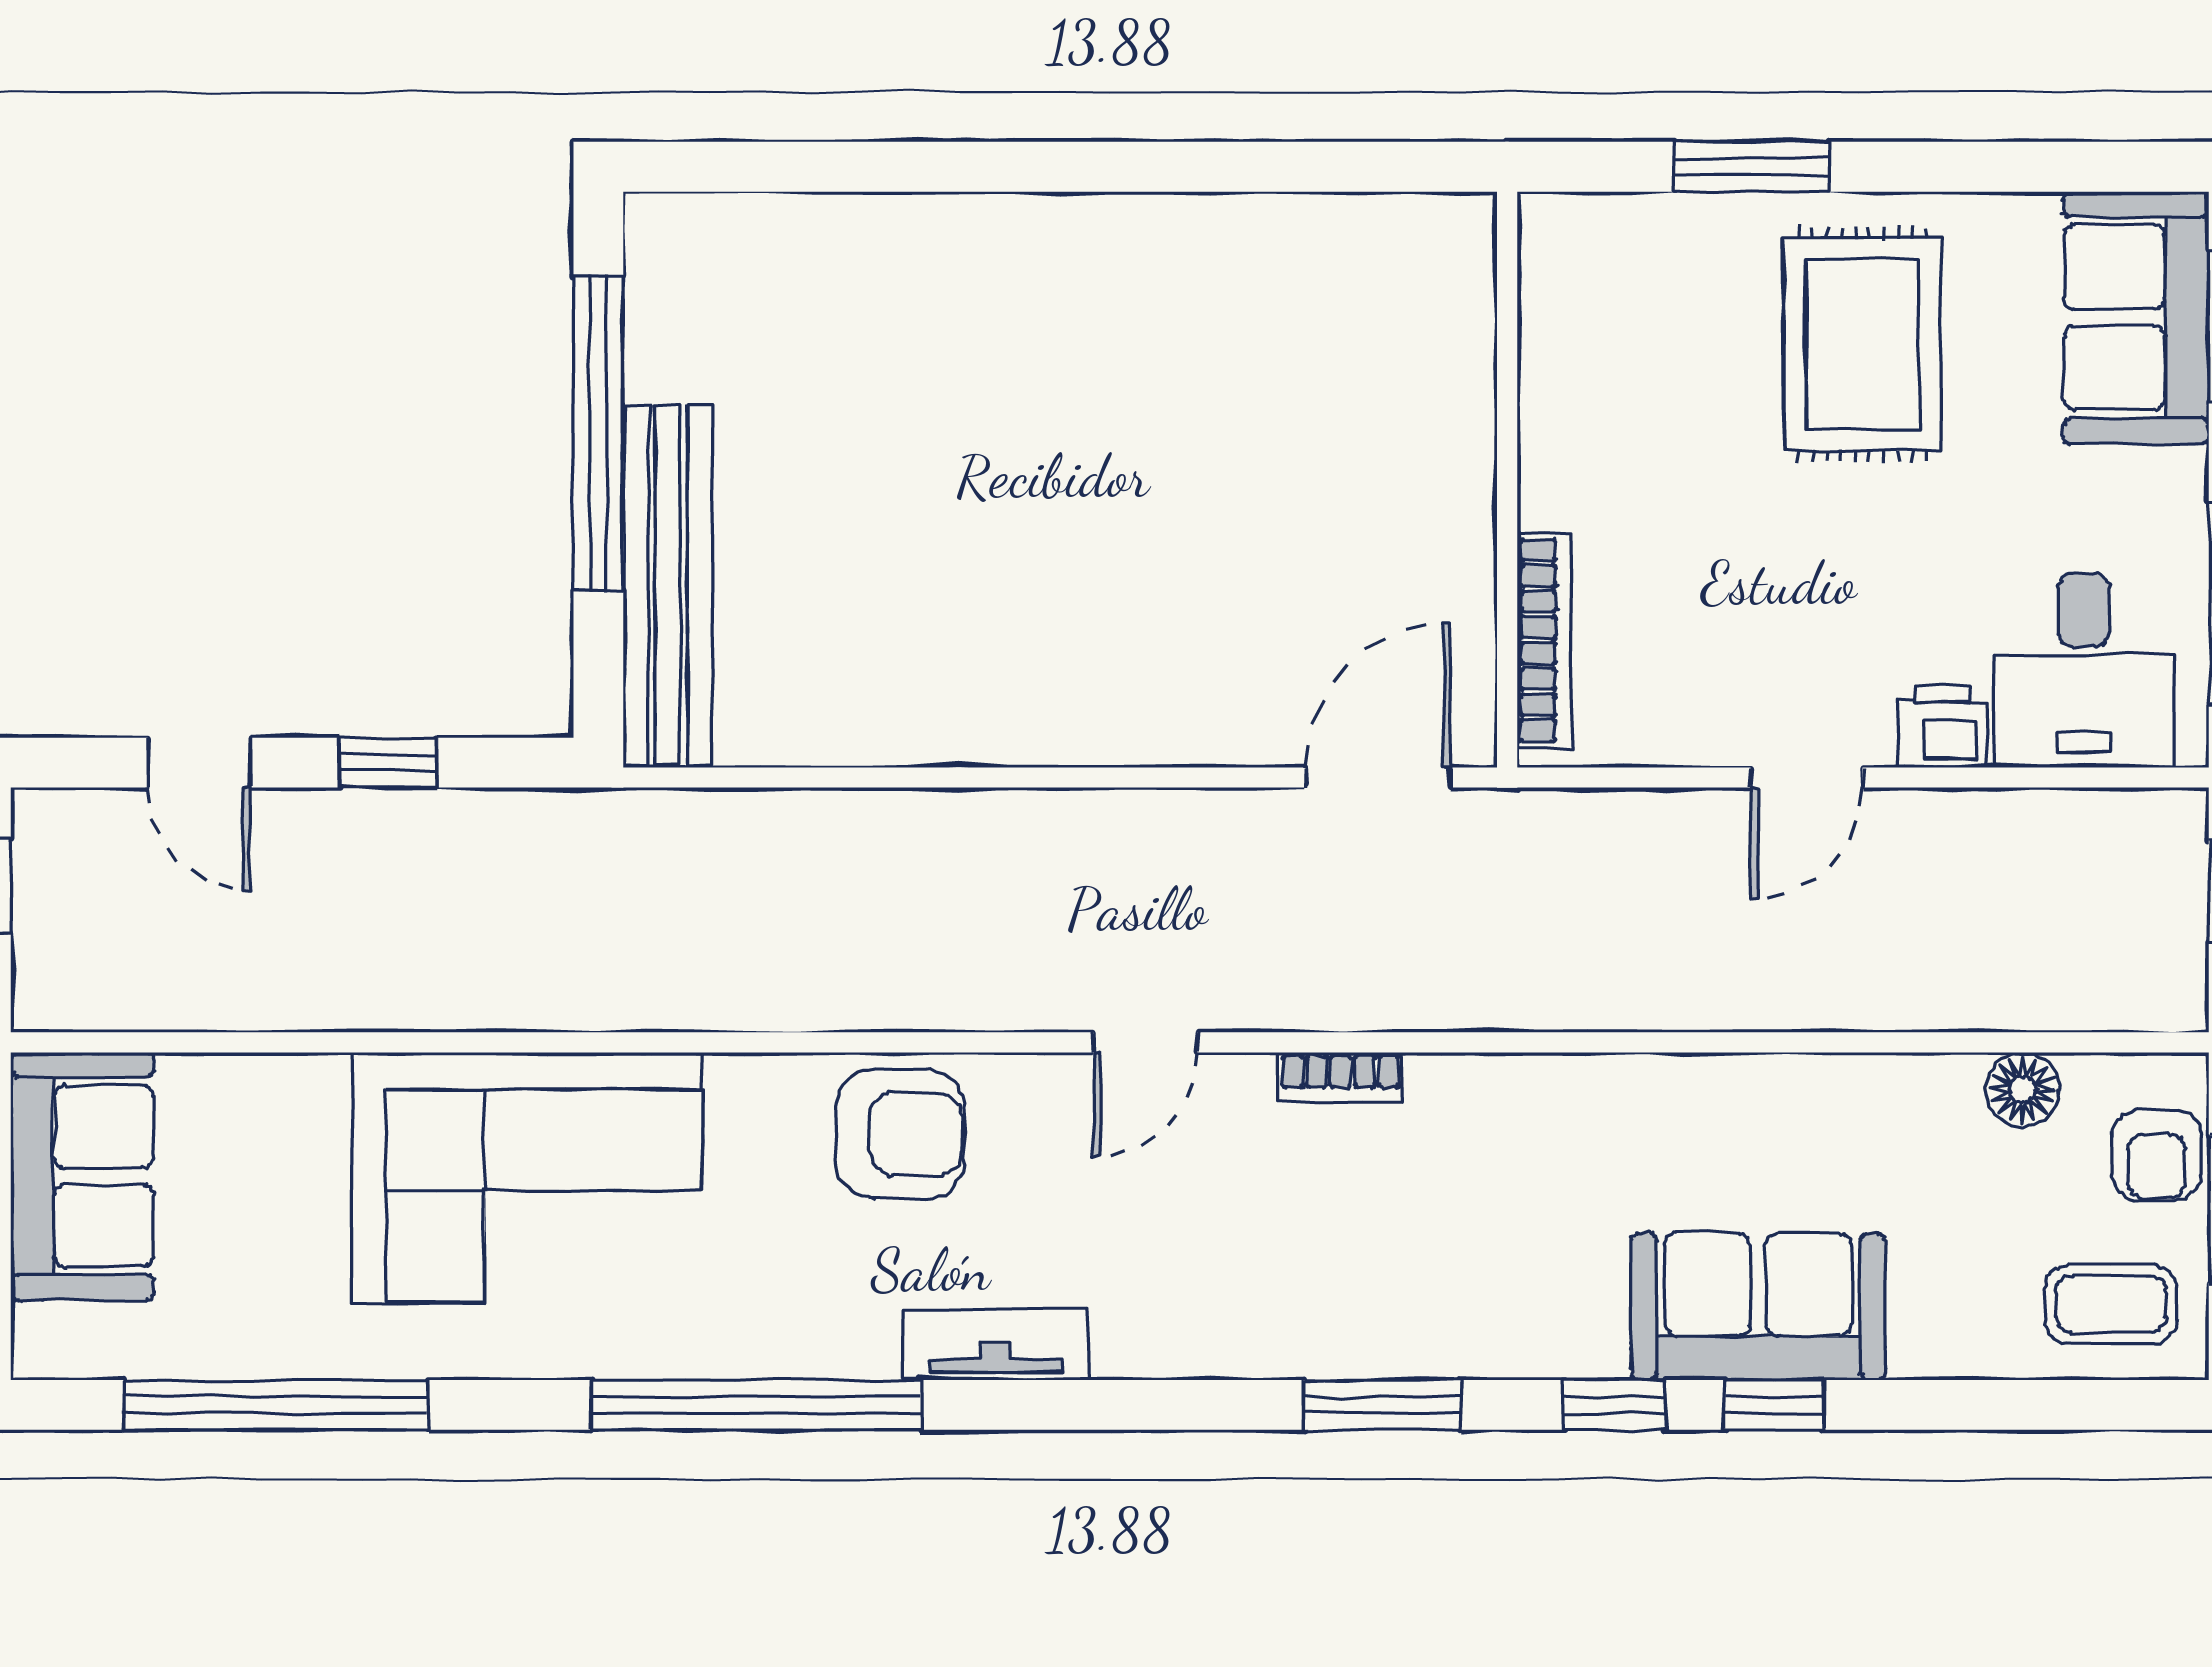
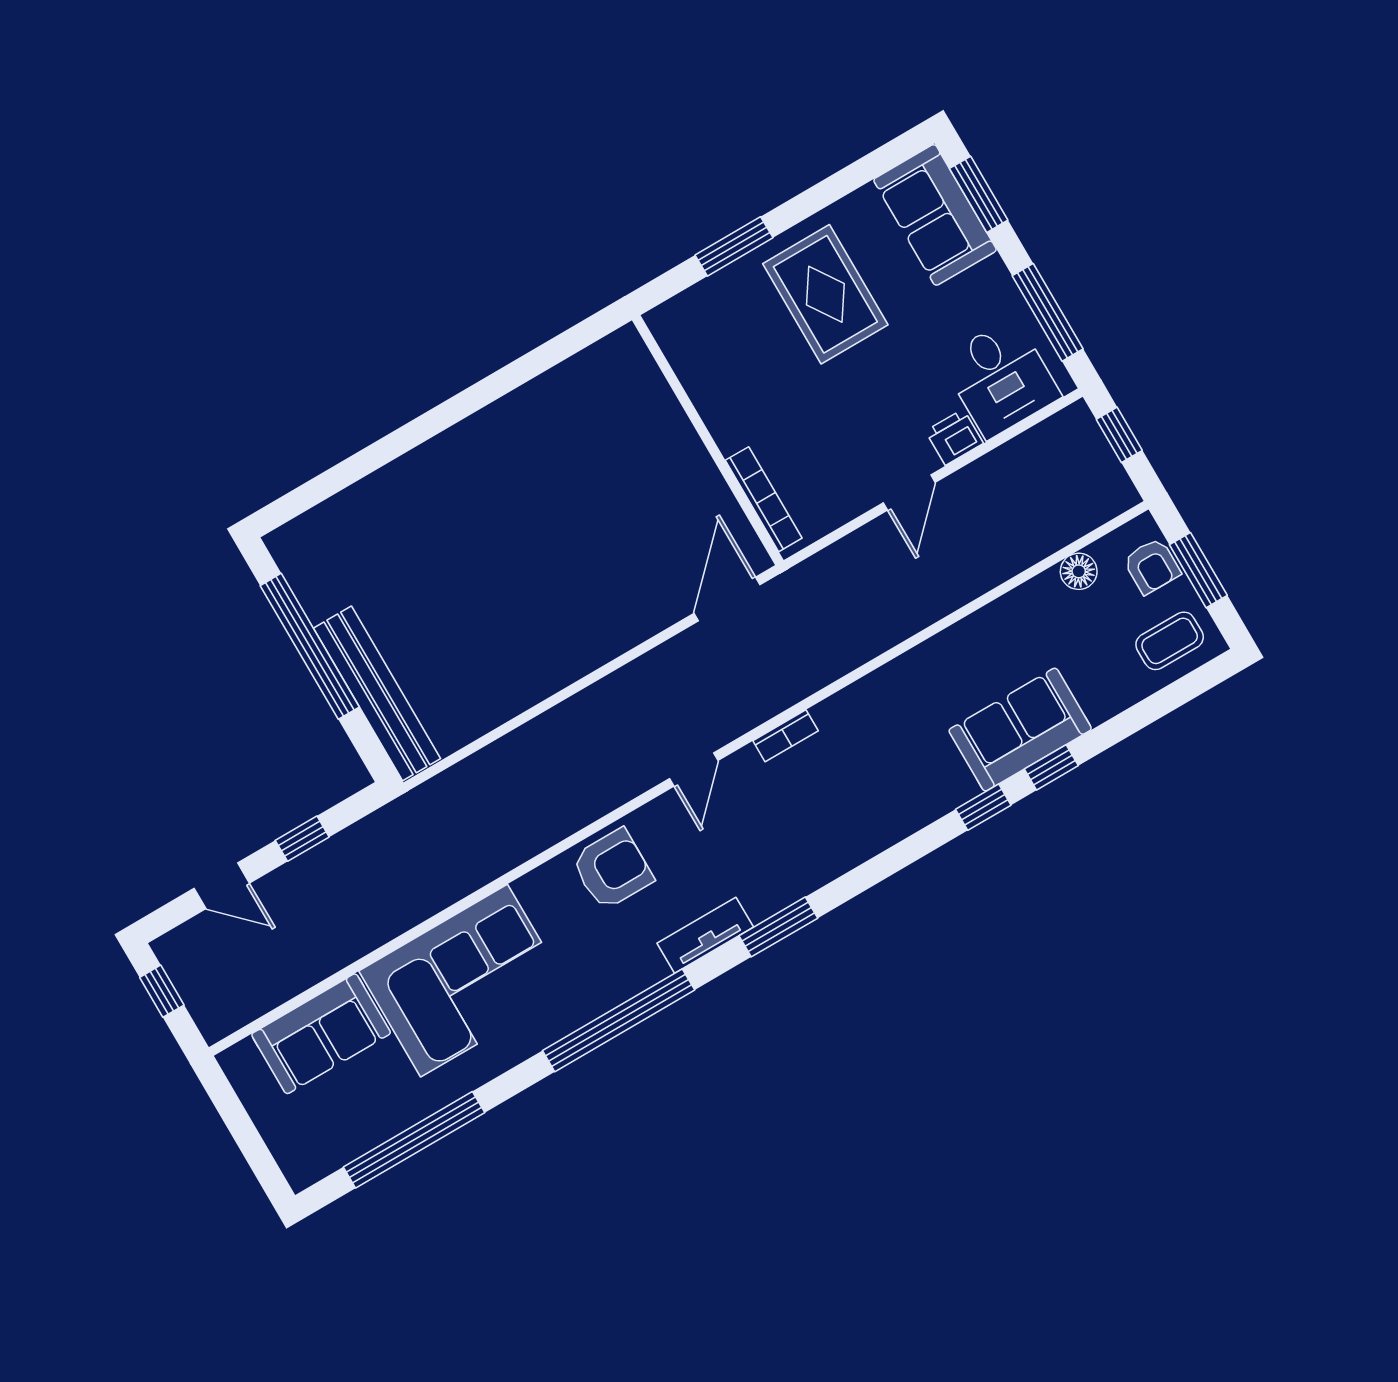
sofa: (82, 1176) -> (321, 1034), moved, turned 90
window: (1382, 1405) -> (778, 927), moved

